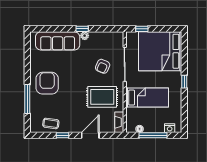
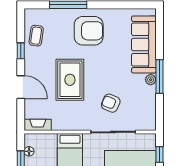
window: (82, 29) -> (159, 76), width x2.17
rug: (102, 97) -> (70, 80), moved

